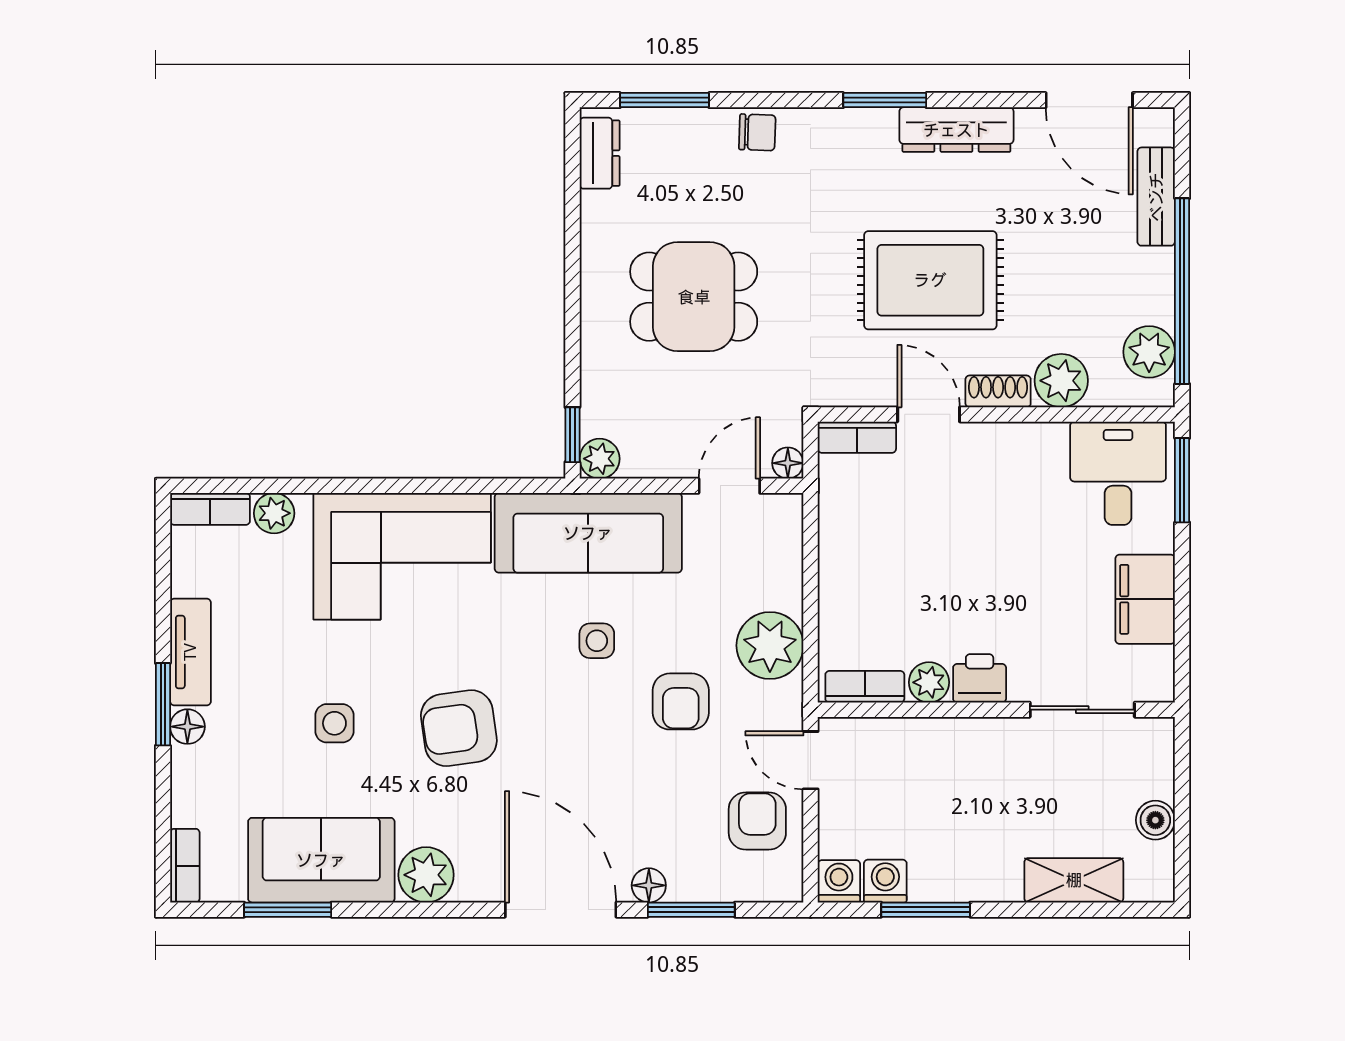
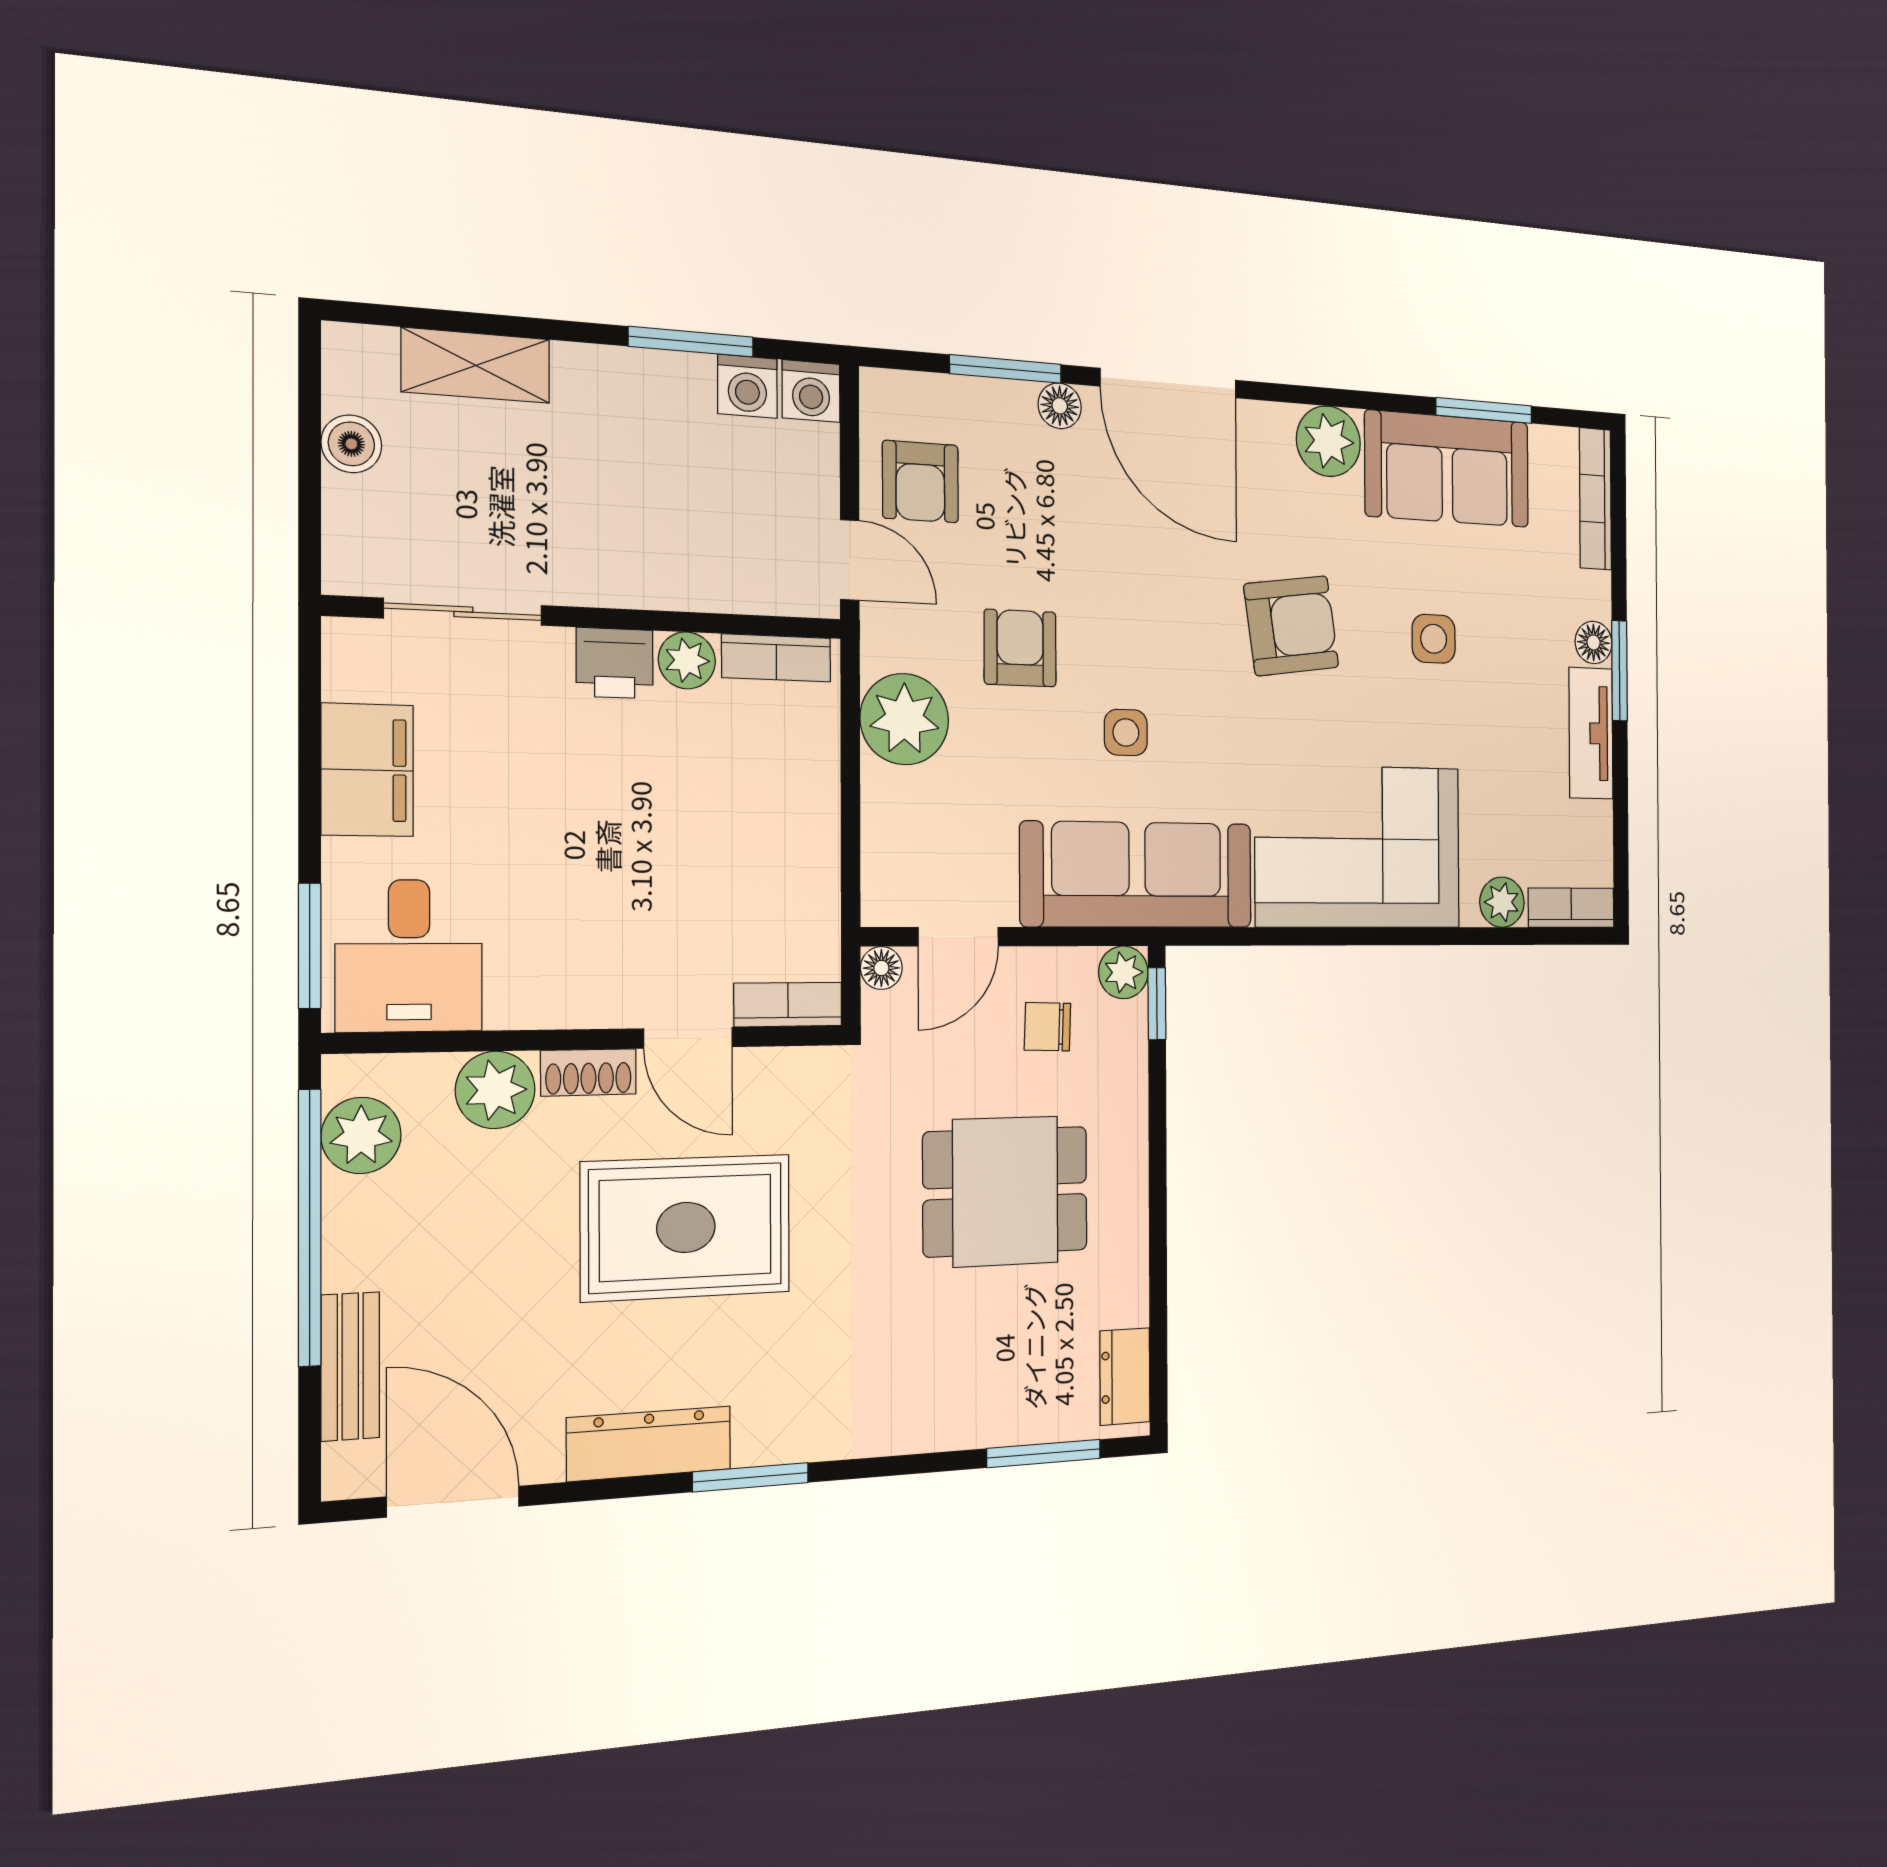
chair: (757, 132) -> (1047, 1027), moved
bookcase: (185, 866) -> (1595, 499), width x1.56

